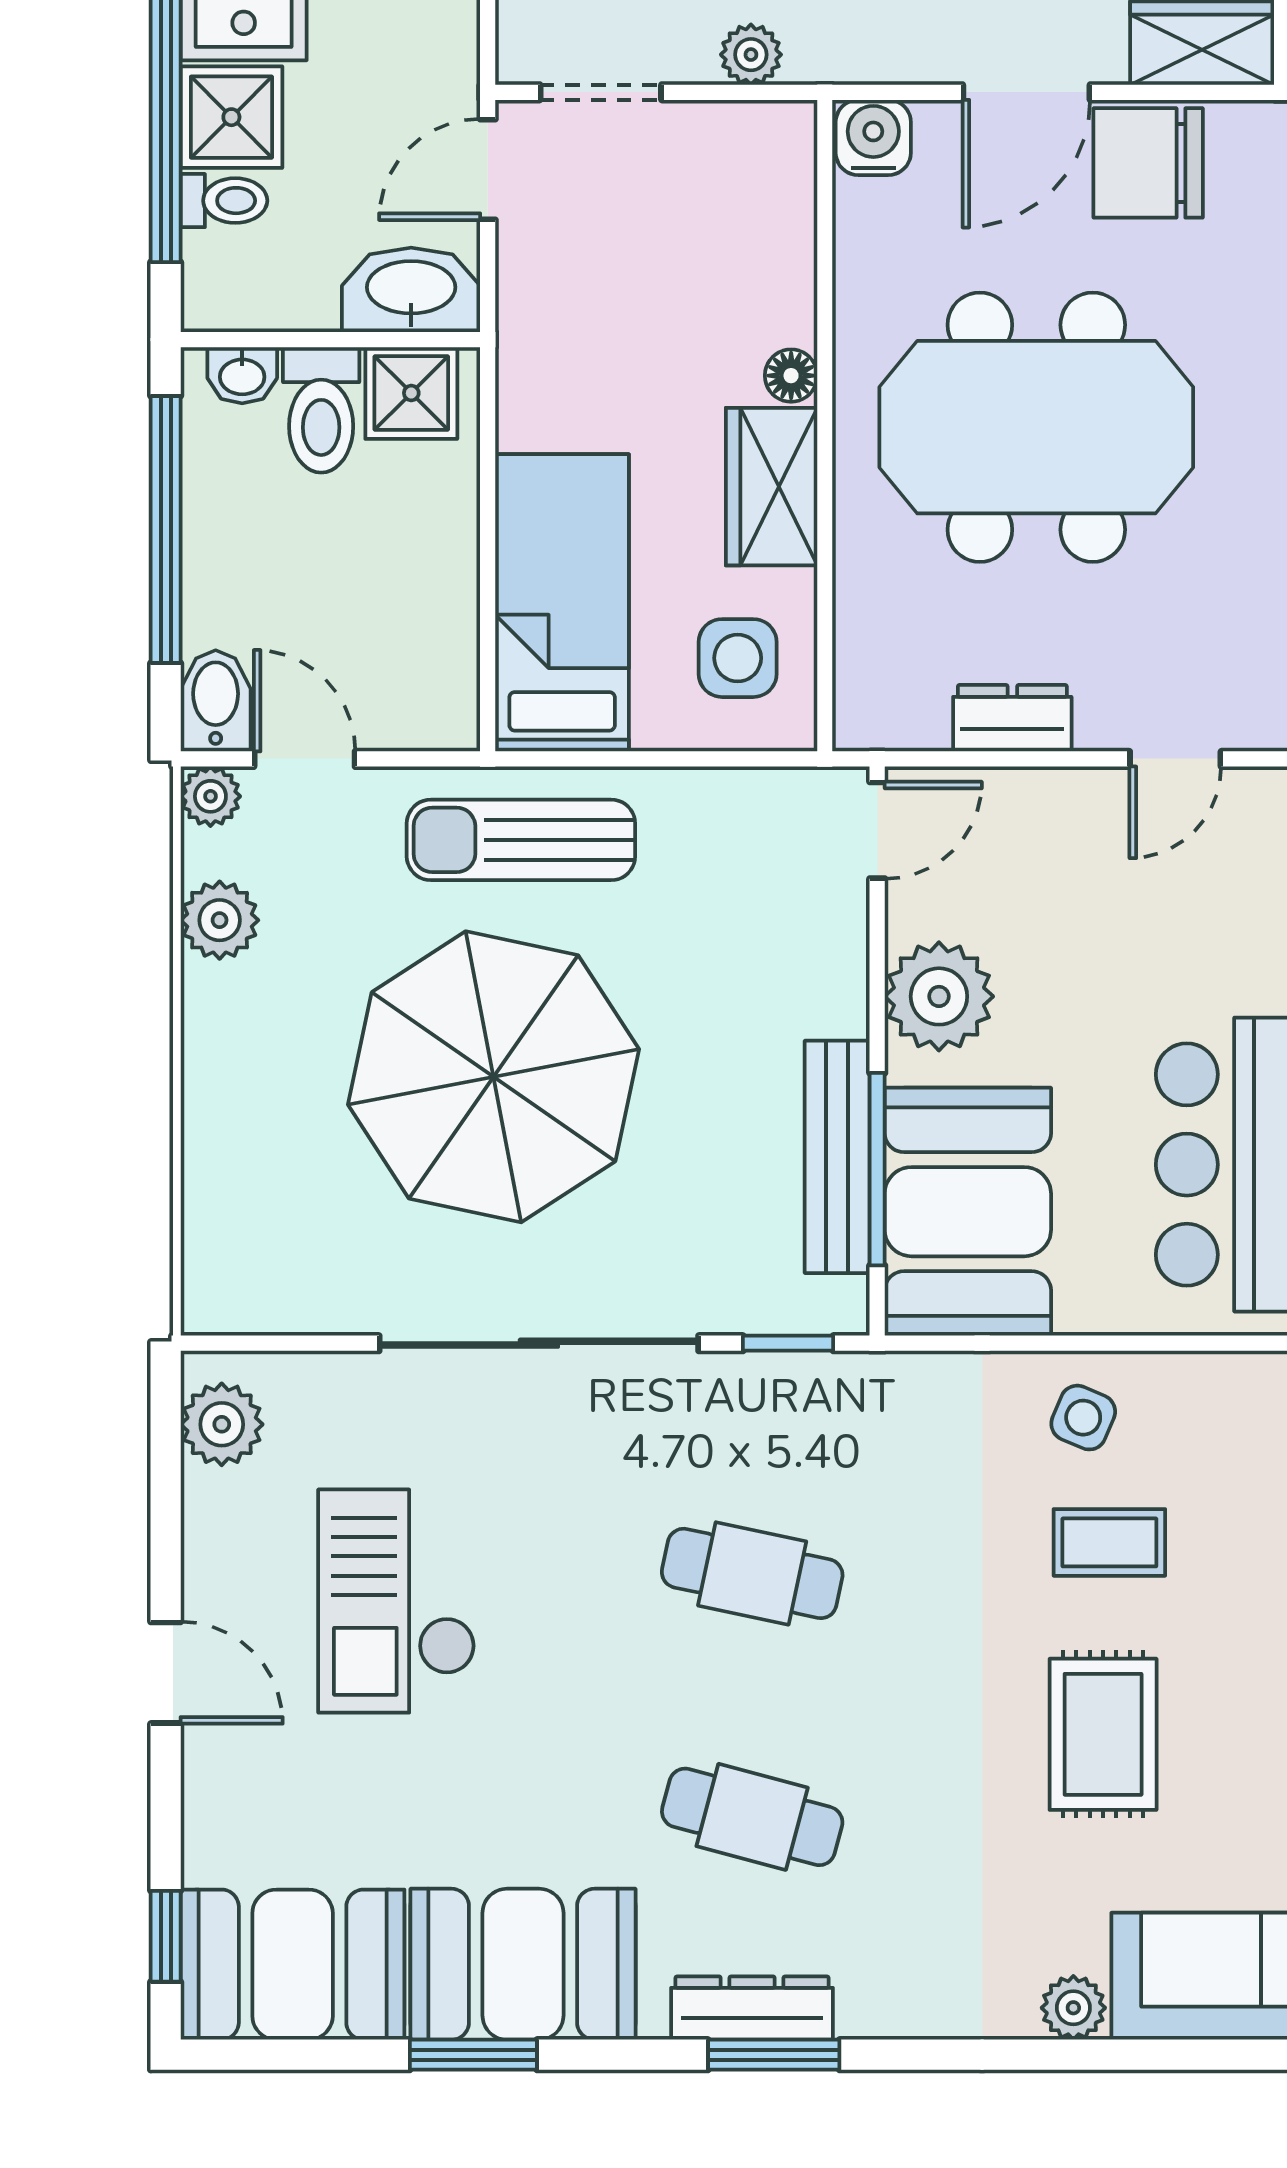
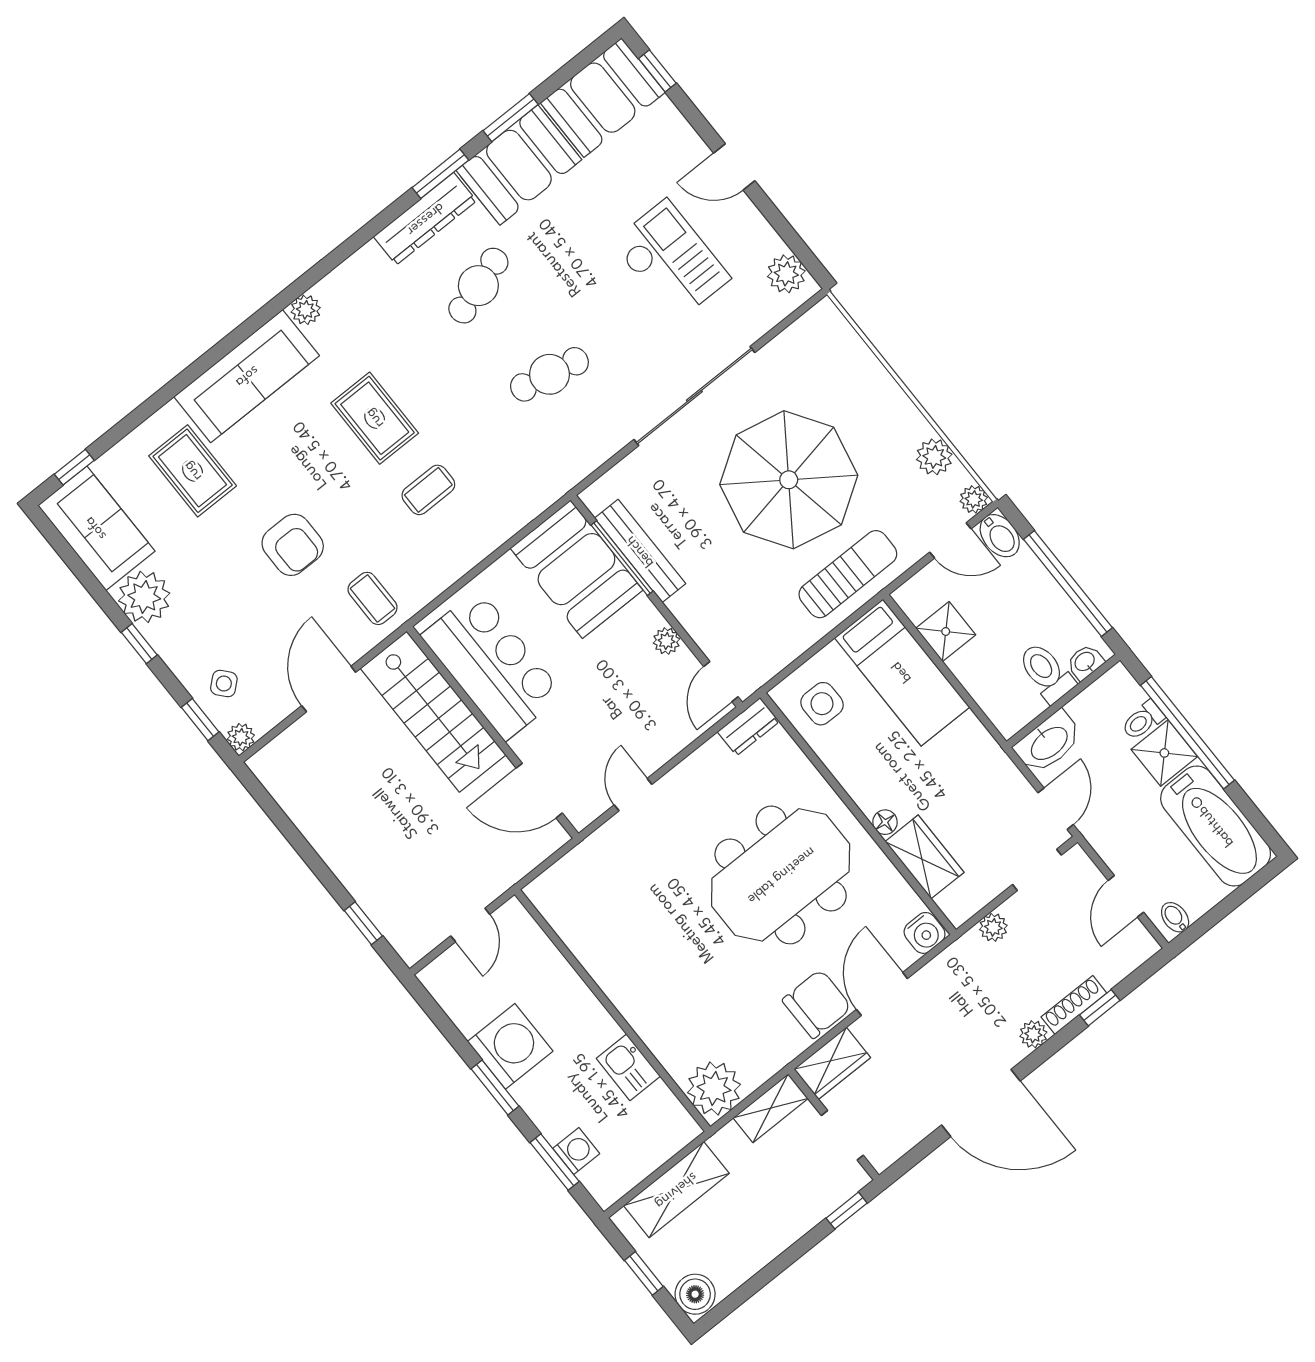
shower: (411, 393) -> (946, 631), moved
wardrobe: (772, 487) -> (925, 857), moved
dresser: (1012, 718) -> (748, 727), moved
plant: (939, 996) -> (666, 641), width x0.53, depth x0.53
window: (788, 1343) -> (604, 469), removed
side table: (1083, 1418) -> (474, 528), removed
cafe table: (752, 1817) -> (478, 286), turned -33
dresser: (752, 2008) -> (425, 219), width x1.37, depth x1.24
window: (774, 2055) -> (440, 174), moved

